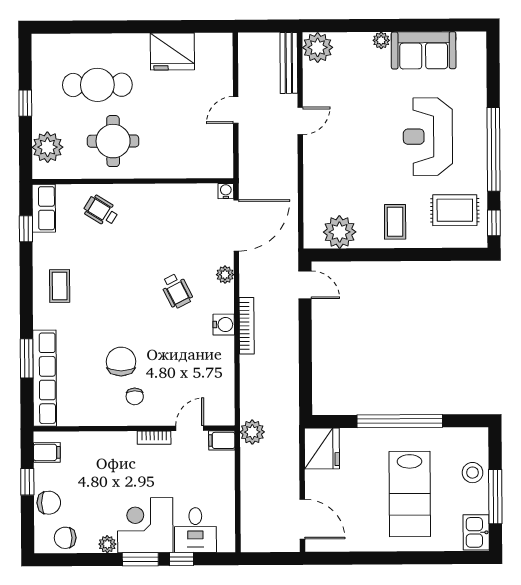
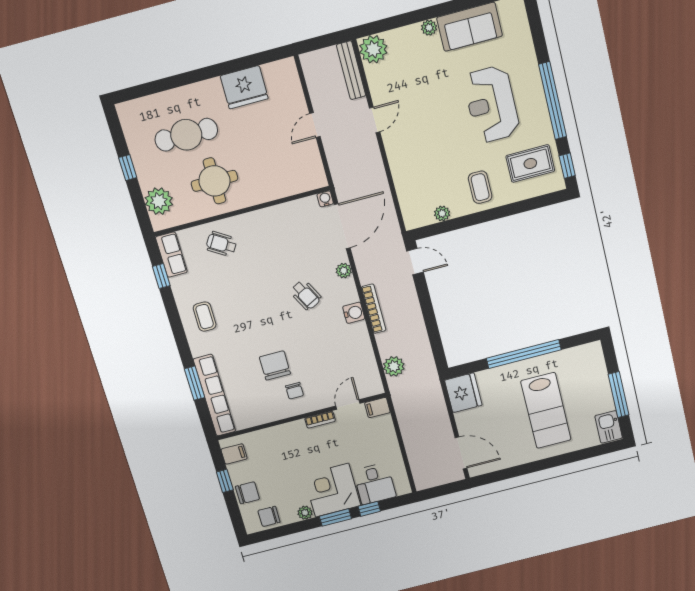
plant: (340, 232) -> (442, 213), width x0.53, depth x0.53
plant: (252, 432) -> (394, 366), moved
stool: (473, 473) -> (595, 380), removed

